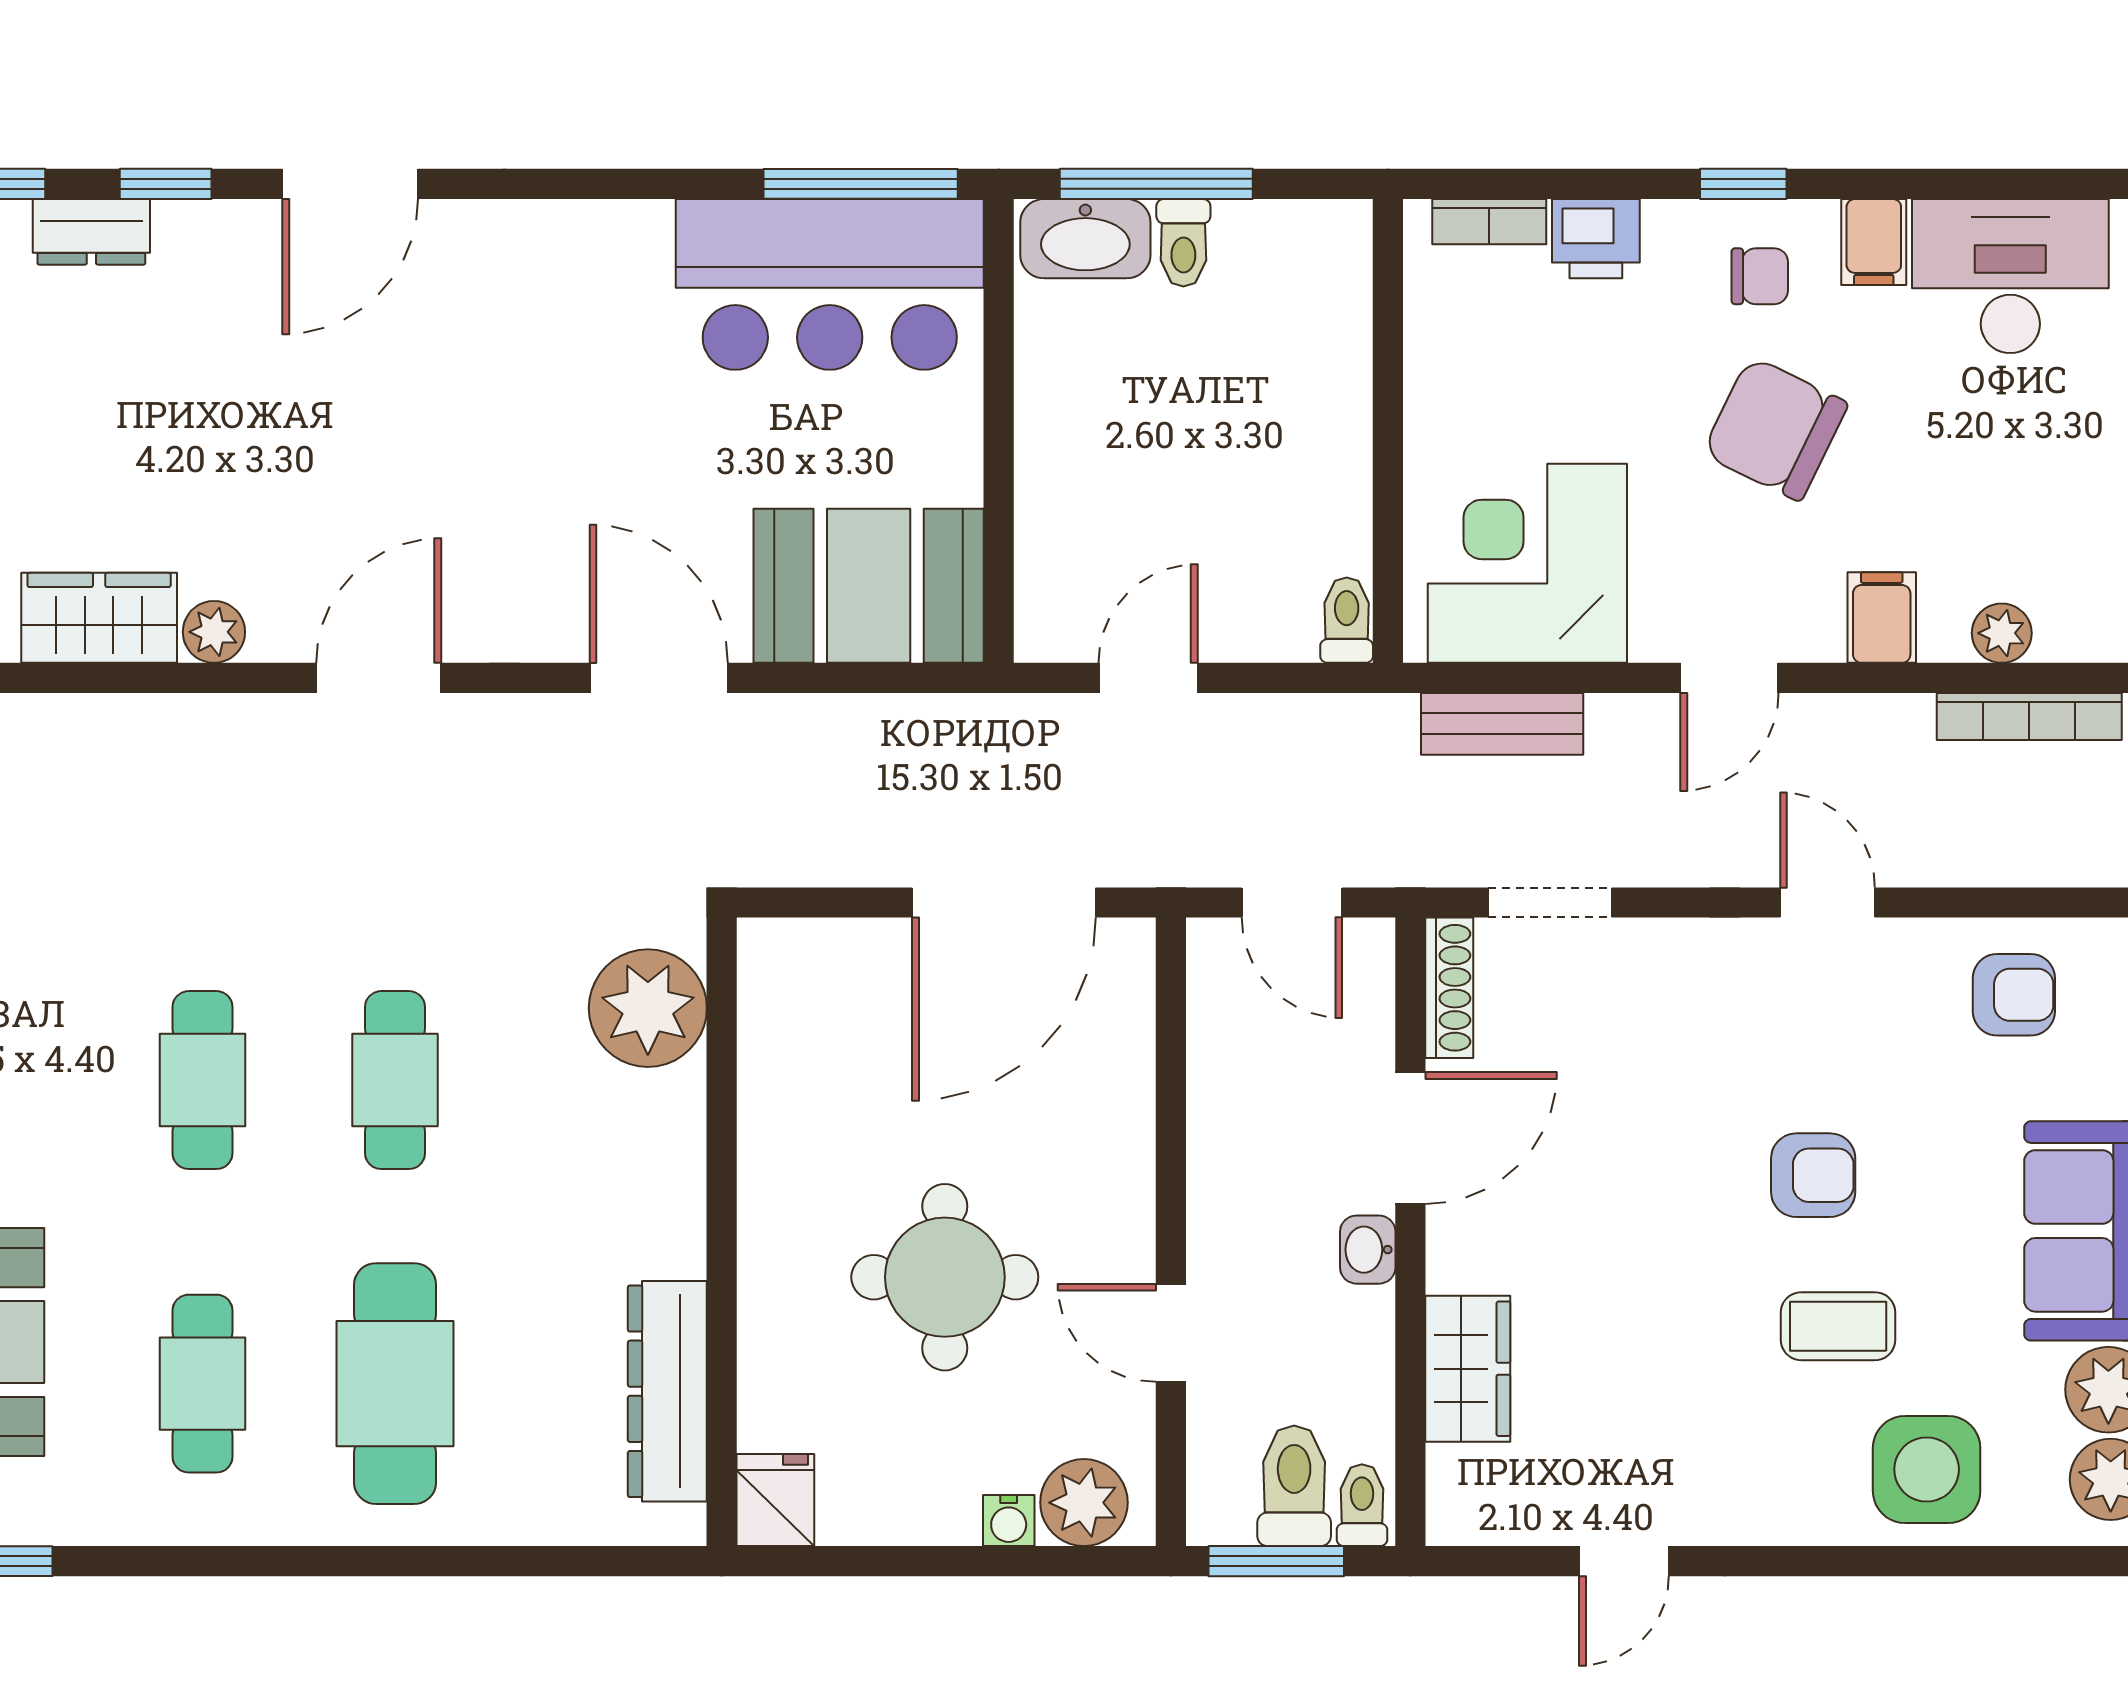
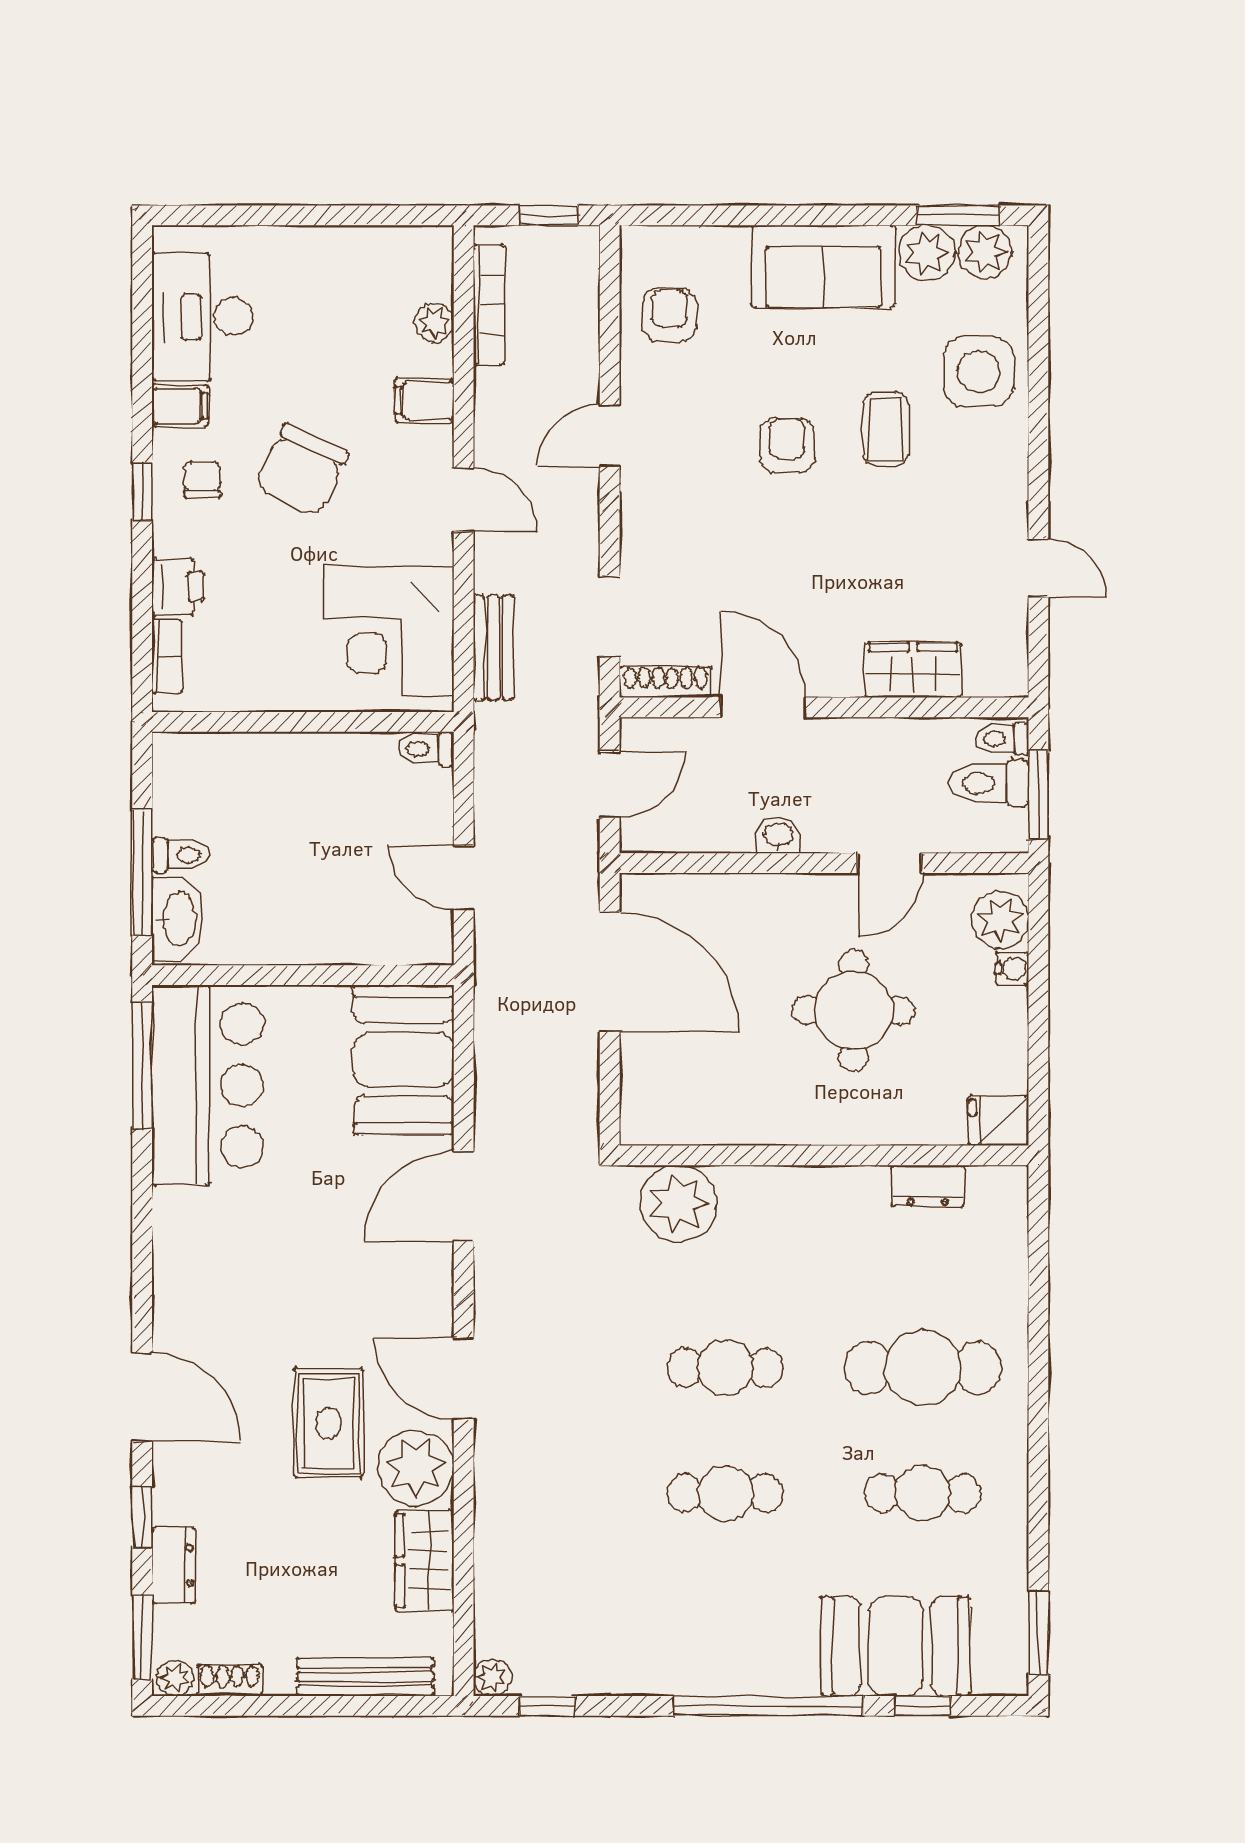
rug: (310, 470) -> (329, 1423), added
plant: (214, 632) -> (416, 1468), width x1.88, depth x1.88
washbasin: (1368, 1250) -> (778, 835), moved, turned 180
dresser: (667, 1391) -> (928, 1186), width x0.51, depth x0.80

